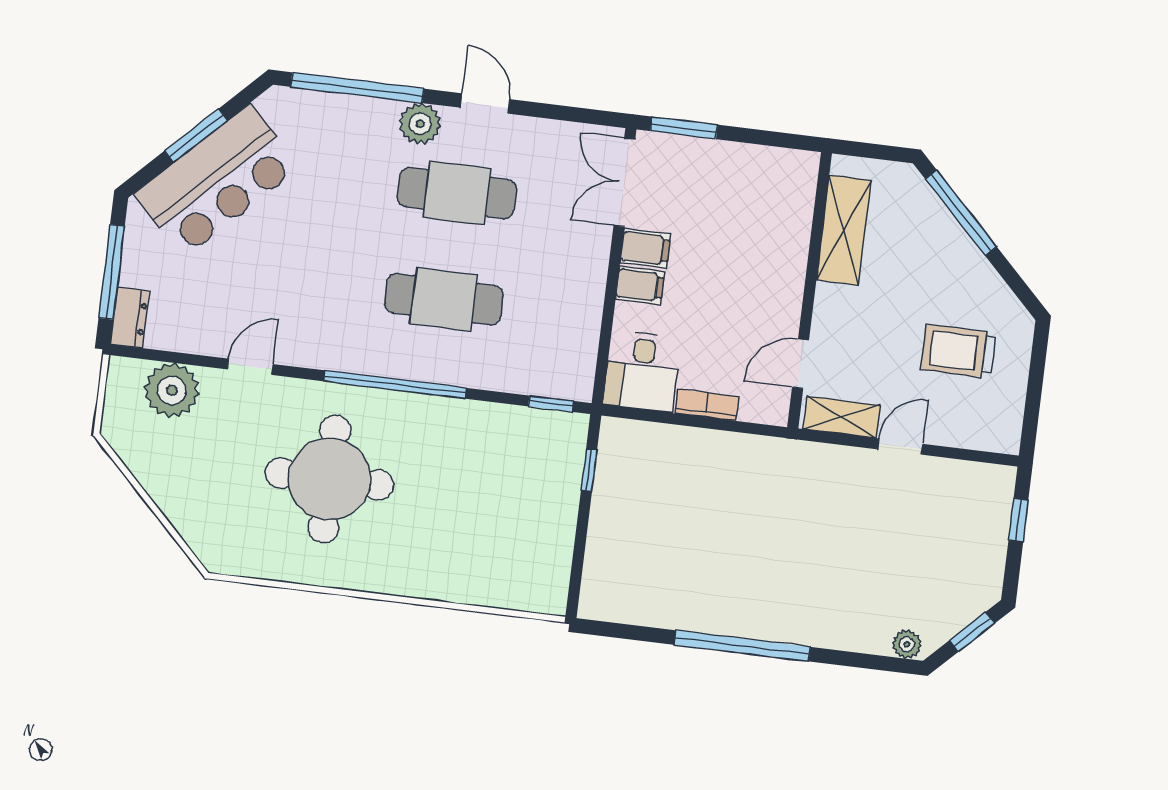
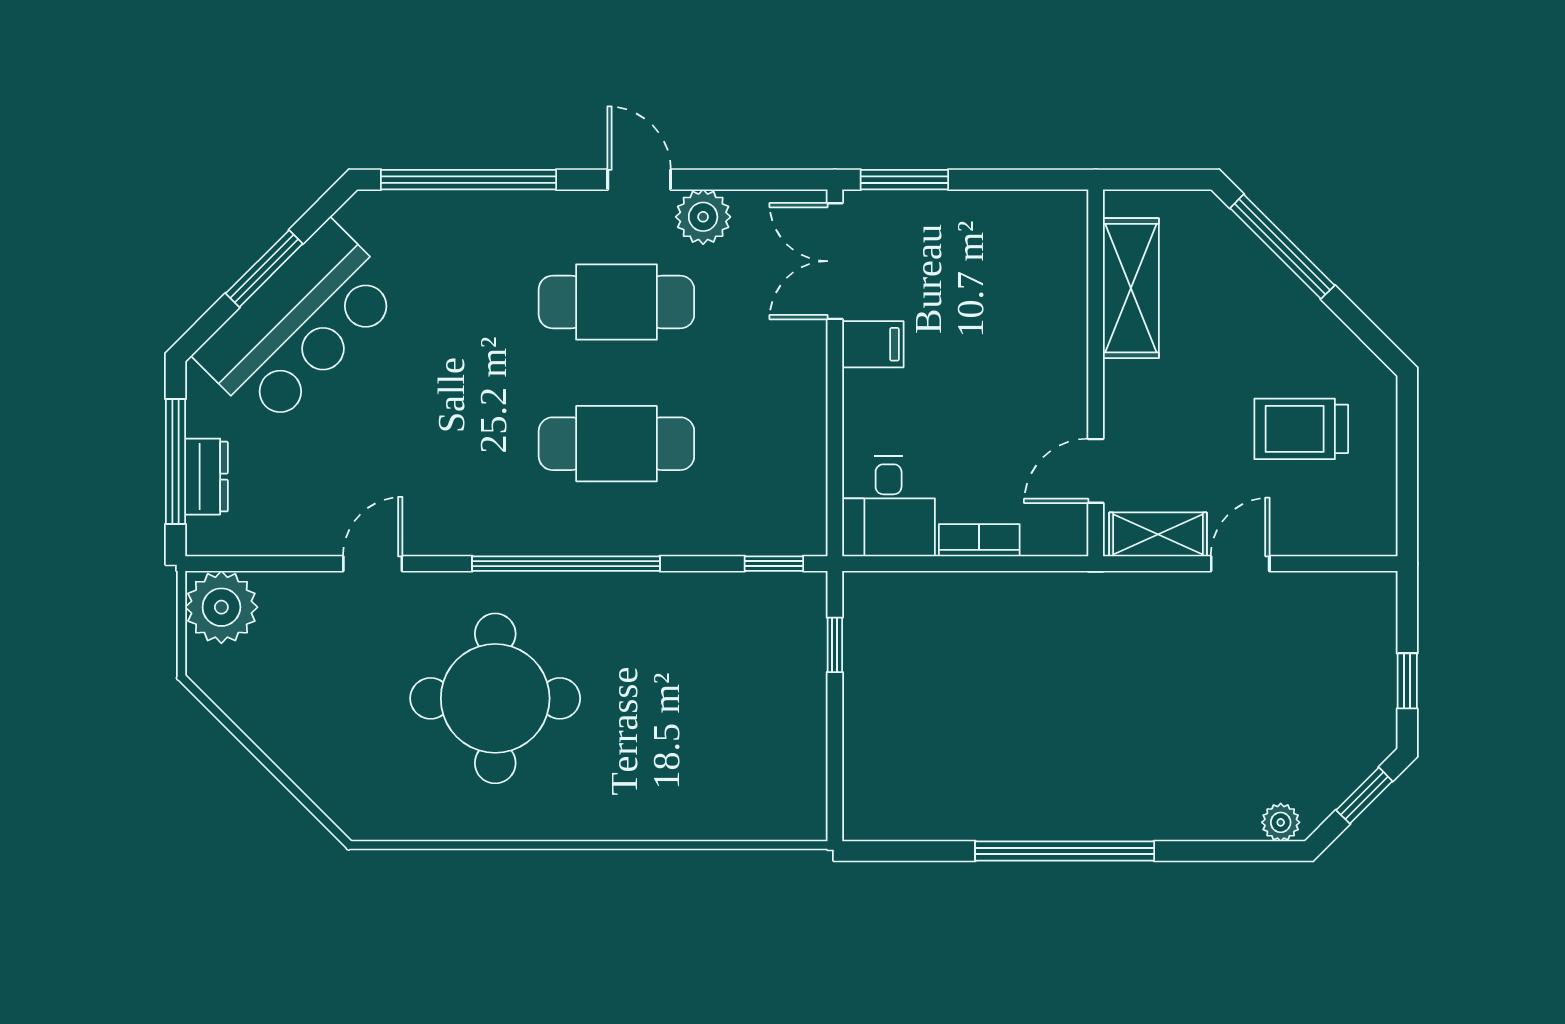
plant: (420, 124) -> (703, 217), moved
filing cabinet: (640, 285) -> (872, 394), removed
dresser: (130, 318) -> (207, 477), moved
plant: (172, 390) -> (221, 607), moved
window: (1018, 520) -> (1407, 681), moved

